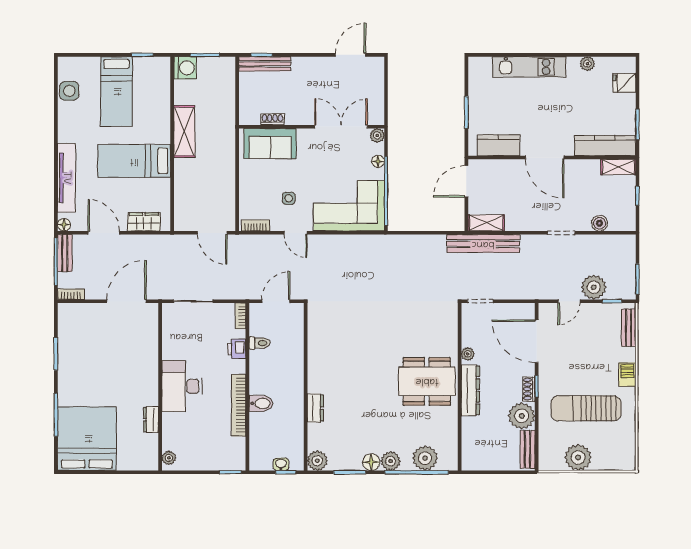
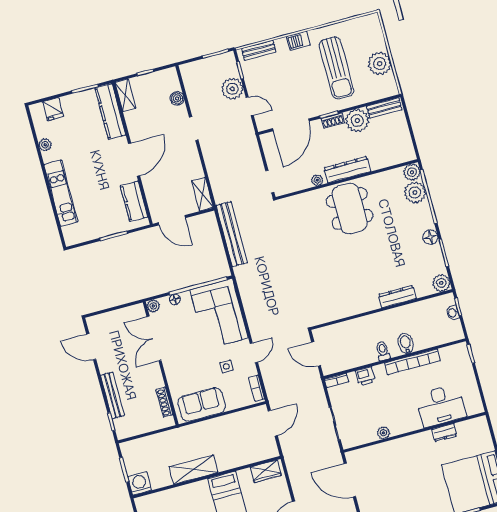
bench: (265, 64) -> (112, 395), moved
shoe rack: (272, 119) -> (164, 402), width x1.43
sofa: (270, 143) -> (202, 404), moved, turned -90
wardrobe: (144, 222) -> (266, 471), moved, turned -90
bench: (483, 244) -> (232, 234), moved
toilet: (260, 343) -> (383, 351), moved
desk: (182, 386) -> (441, 405), moved
dresser: (315, 408) -> (397, 296), width x1.44
plant: (169, 458) -> (383, 433), moved
plant: (391, 461) -> (412, 172), moved

